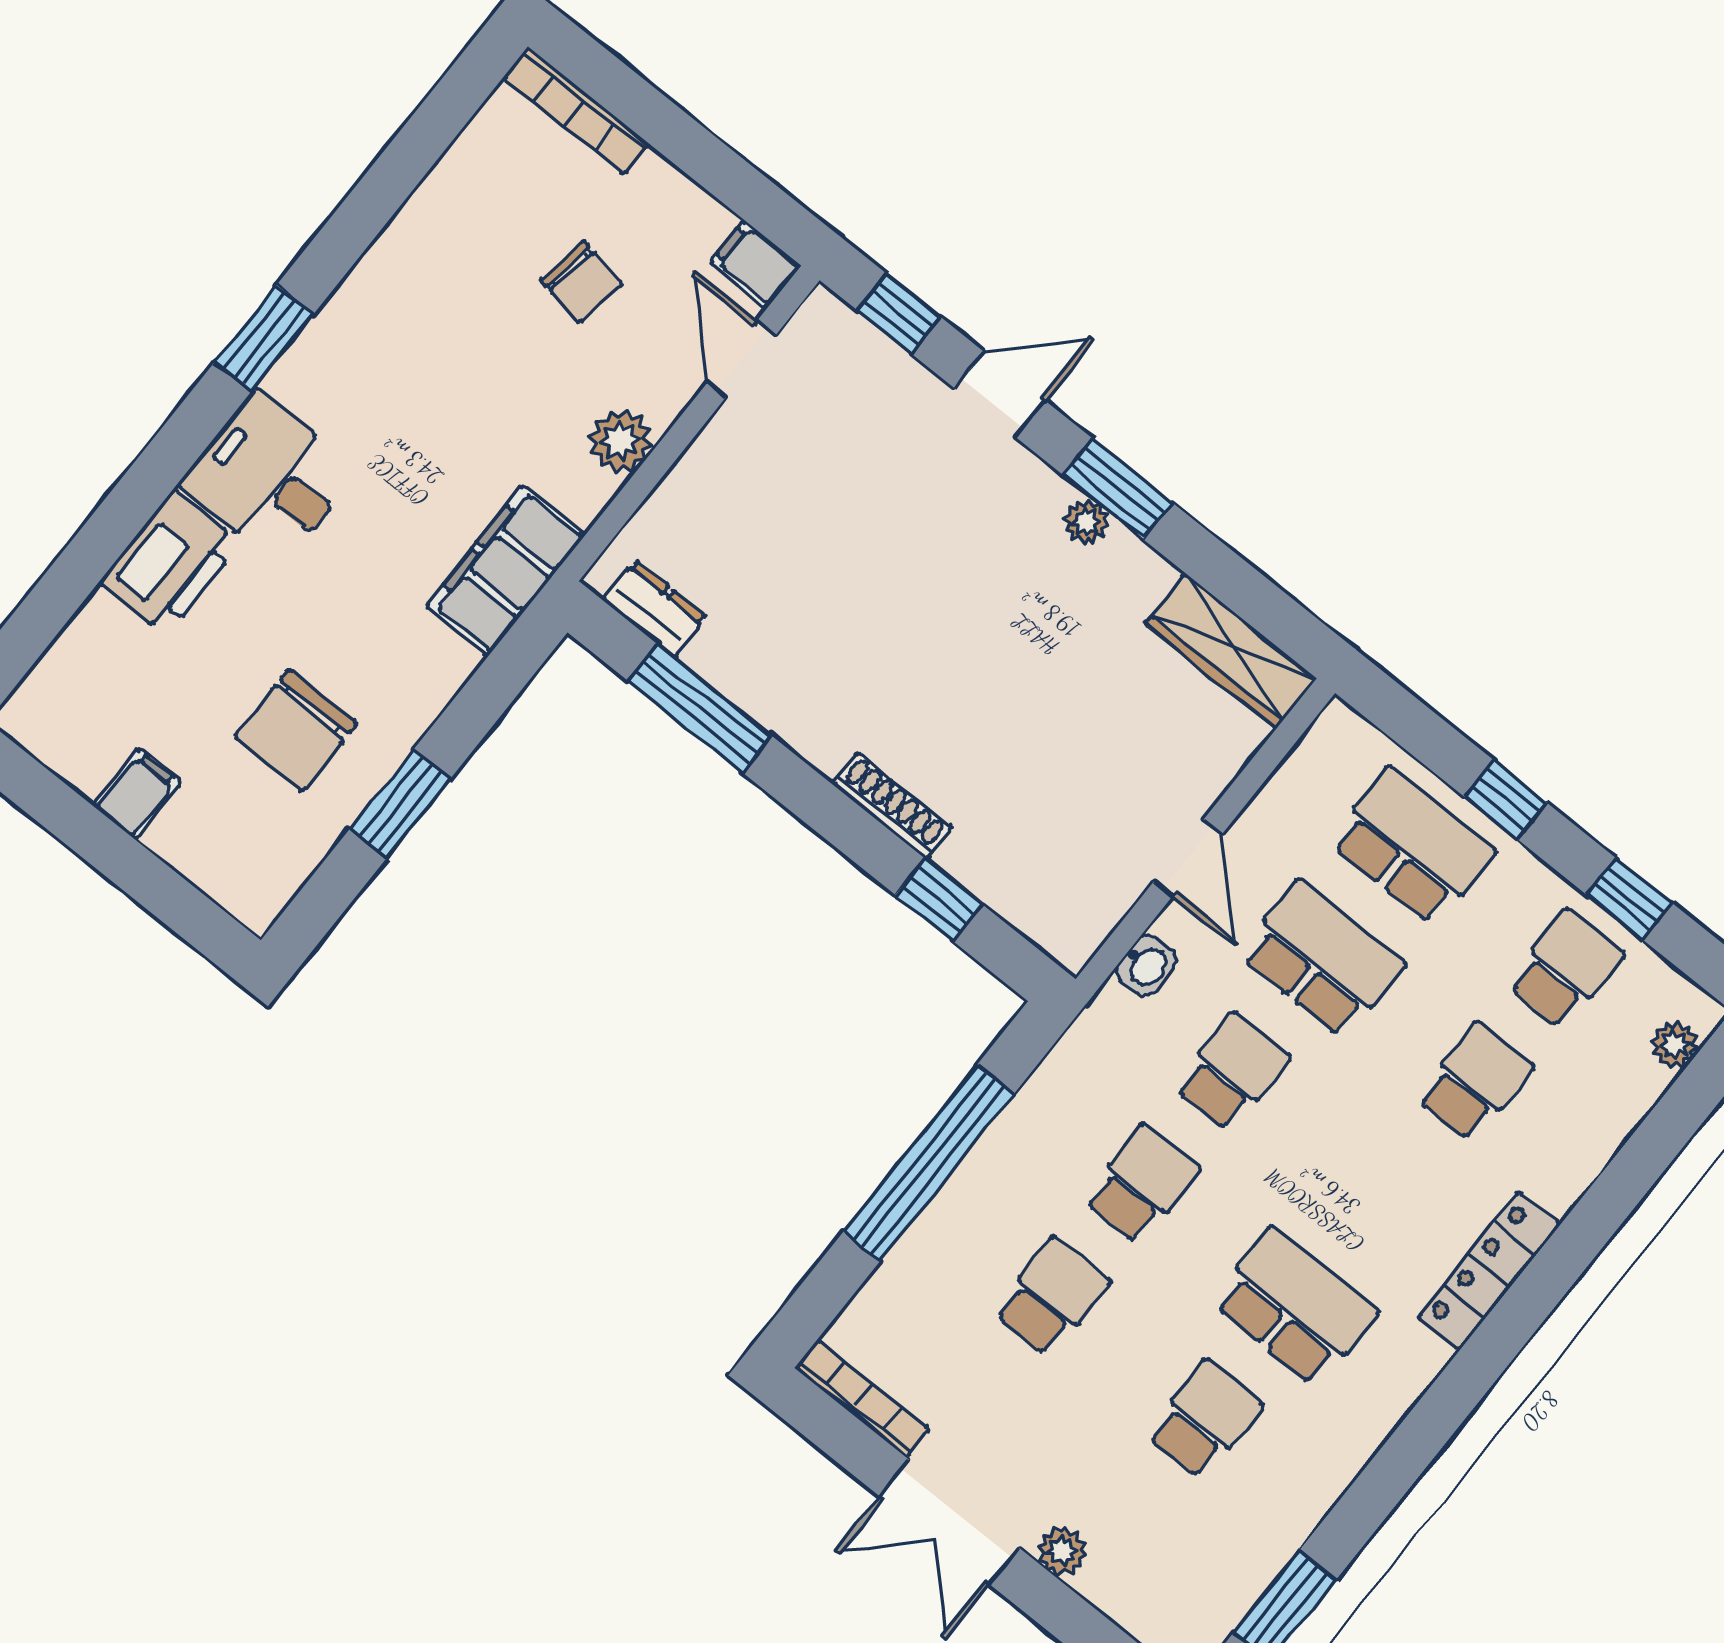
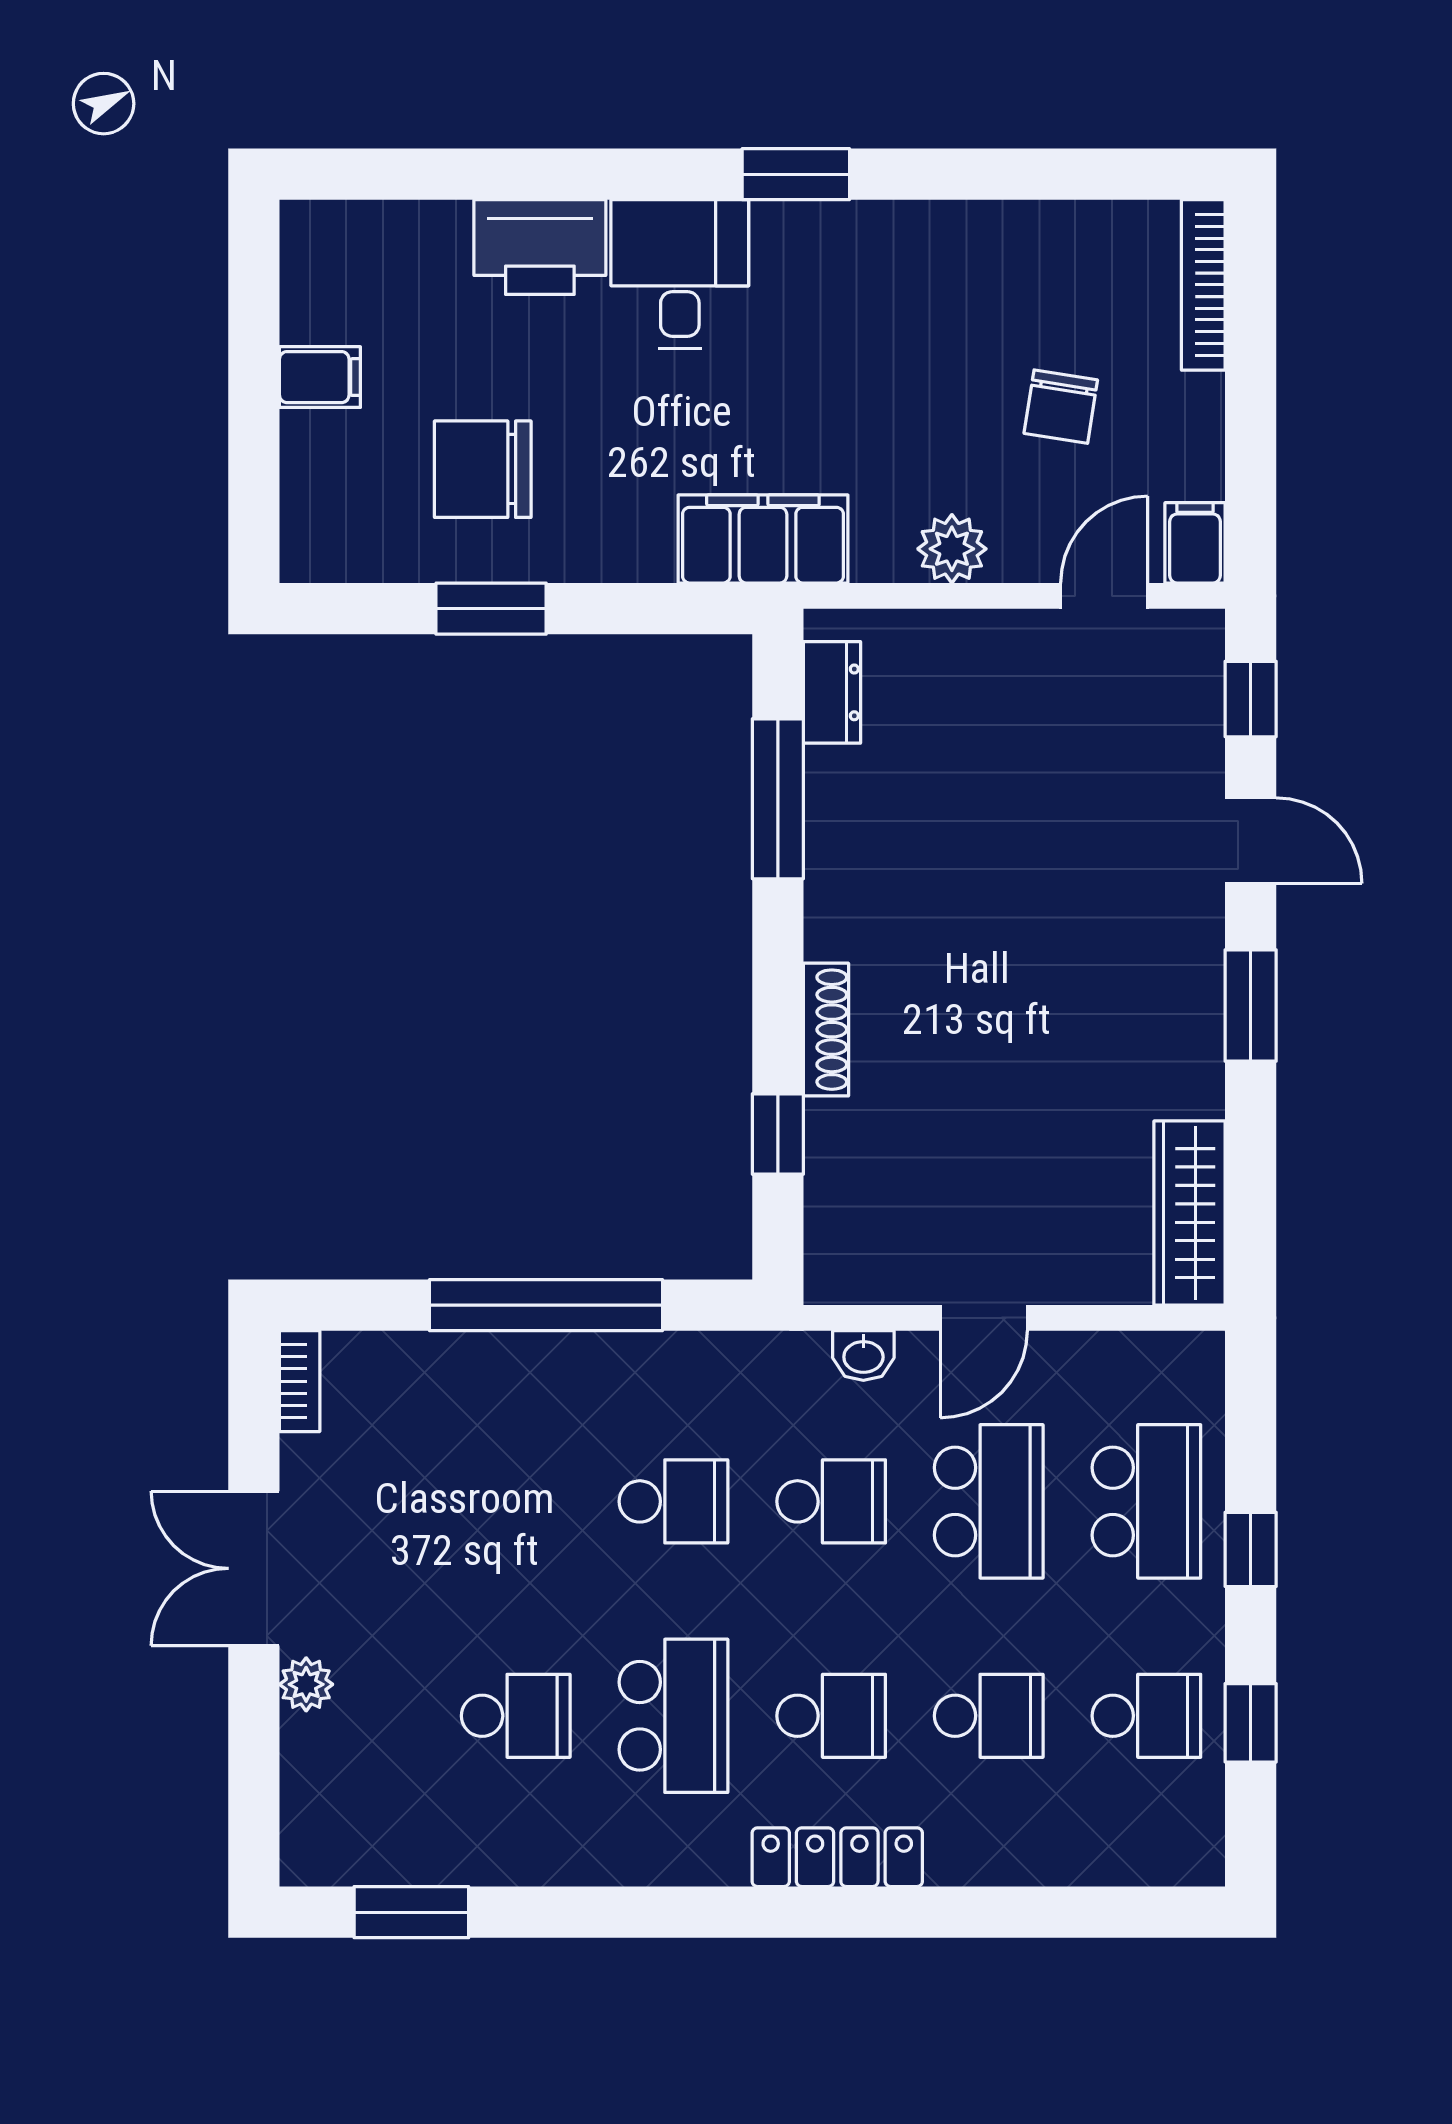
plant: (1086, 522) -> (1201, 1001), removed
plant: (1675, 1045) -> (1157, 1861), removed
school desk: (1051, 1297) -> (831, 1716), moved
bookcase: (862, 1399) -> (300, 1381), width x0.64

